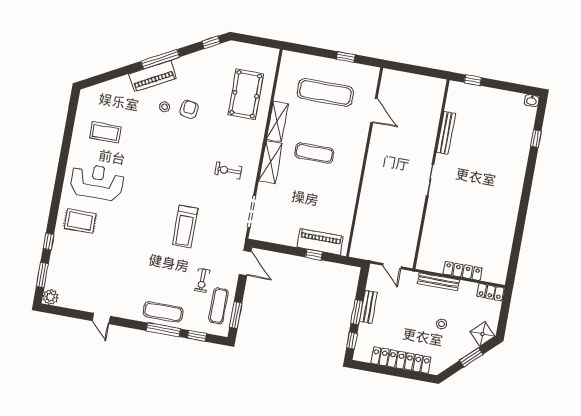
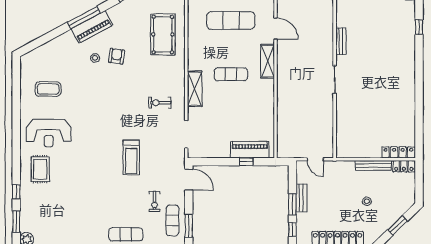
piano: (153, 76) -> (92, 27), moved
shelving: (277, 121) -> (268, 61), moved
bench: (446, 133) -> (341, 41), width x0.73
reception desk: (97, 182) -> (49, 133), turned 180
rug: (80, 221) -> (40, 169), turned 90
locker: (463, 271) -> (398, 152), moved
bench: (438, 282) -> (373, 165), moved
shower: (483, 334) -> (404, 204), removed

